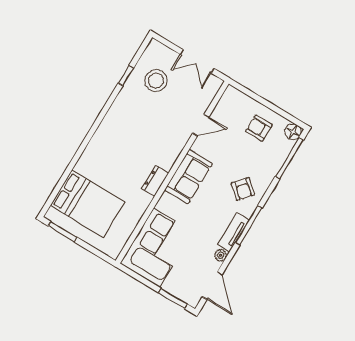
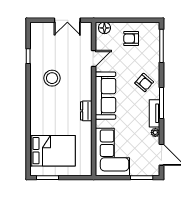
stool: (156, 81) -> (52, 78), moved
floor lamp: (293, 132) -> (104, 28), moved
sofa: (189, 177) -> (105, 96), width x1.36

